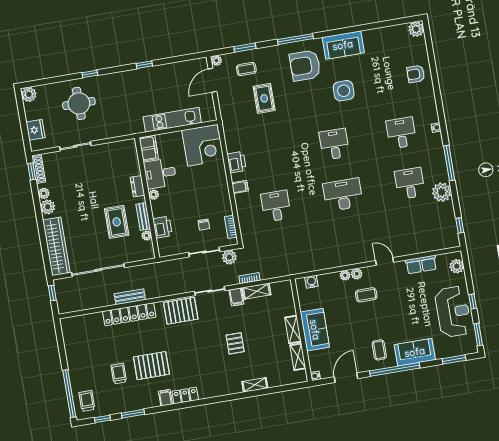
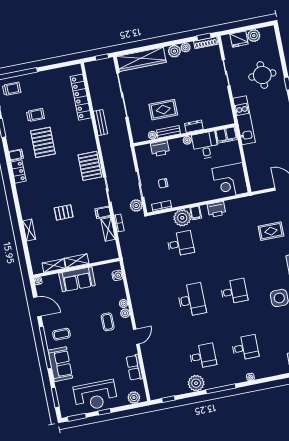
plant: (29, 94) -> (254, 36), moved
kitchen unit: (172, 120) -> (244, 120), moved
plant: (245, 203) -> (182, 218), added
locker: (129, 314) -> (81, 97), moved

